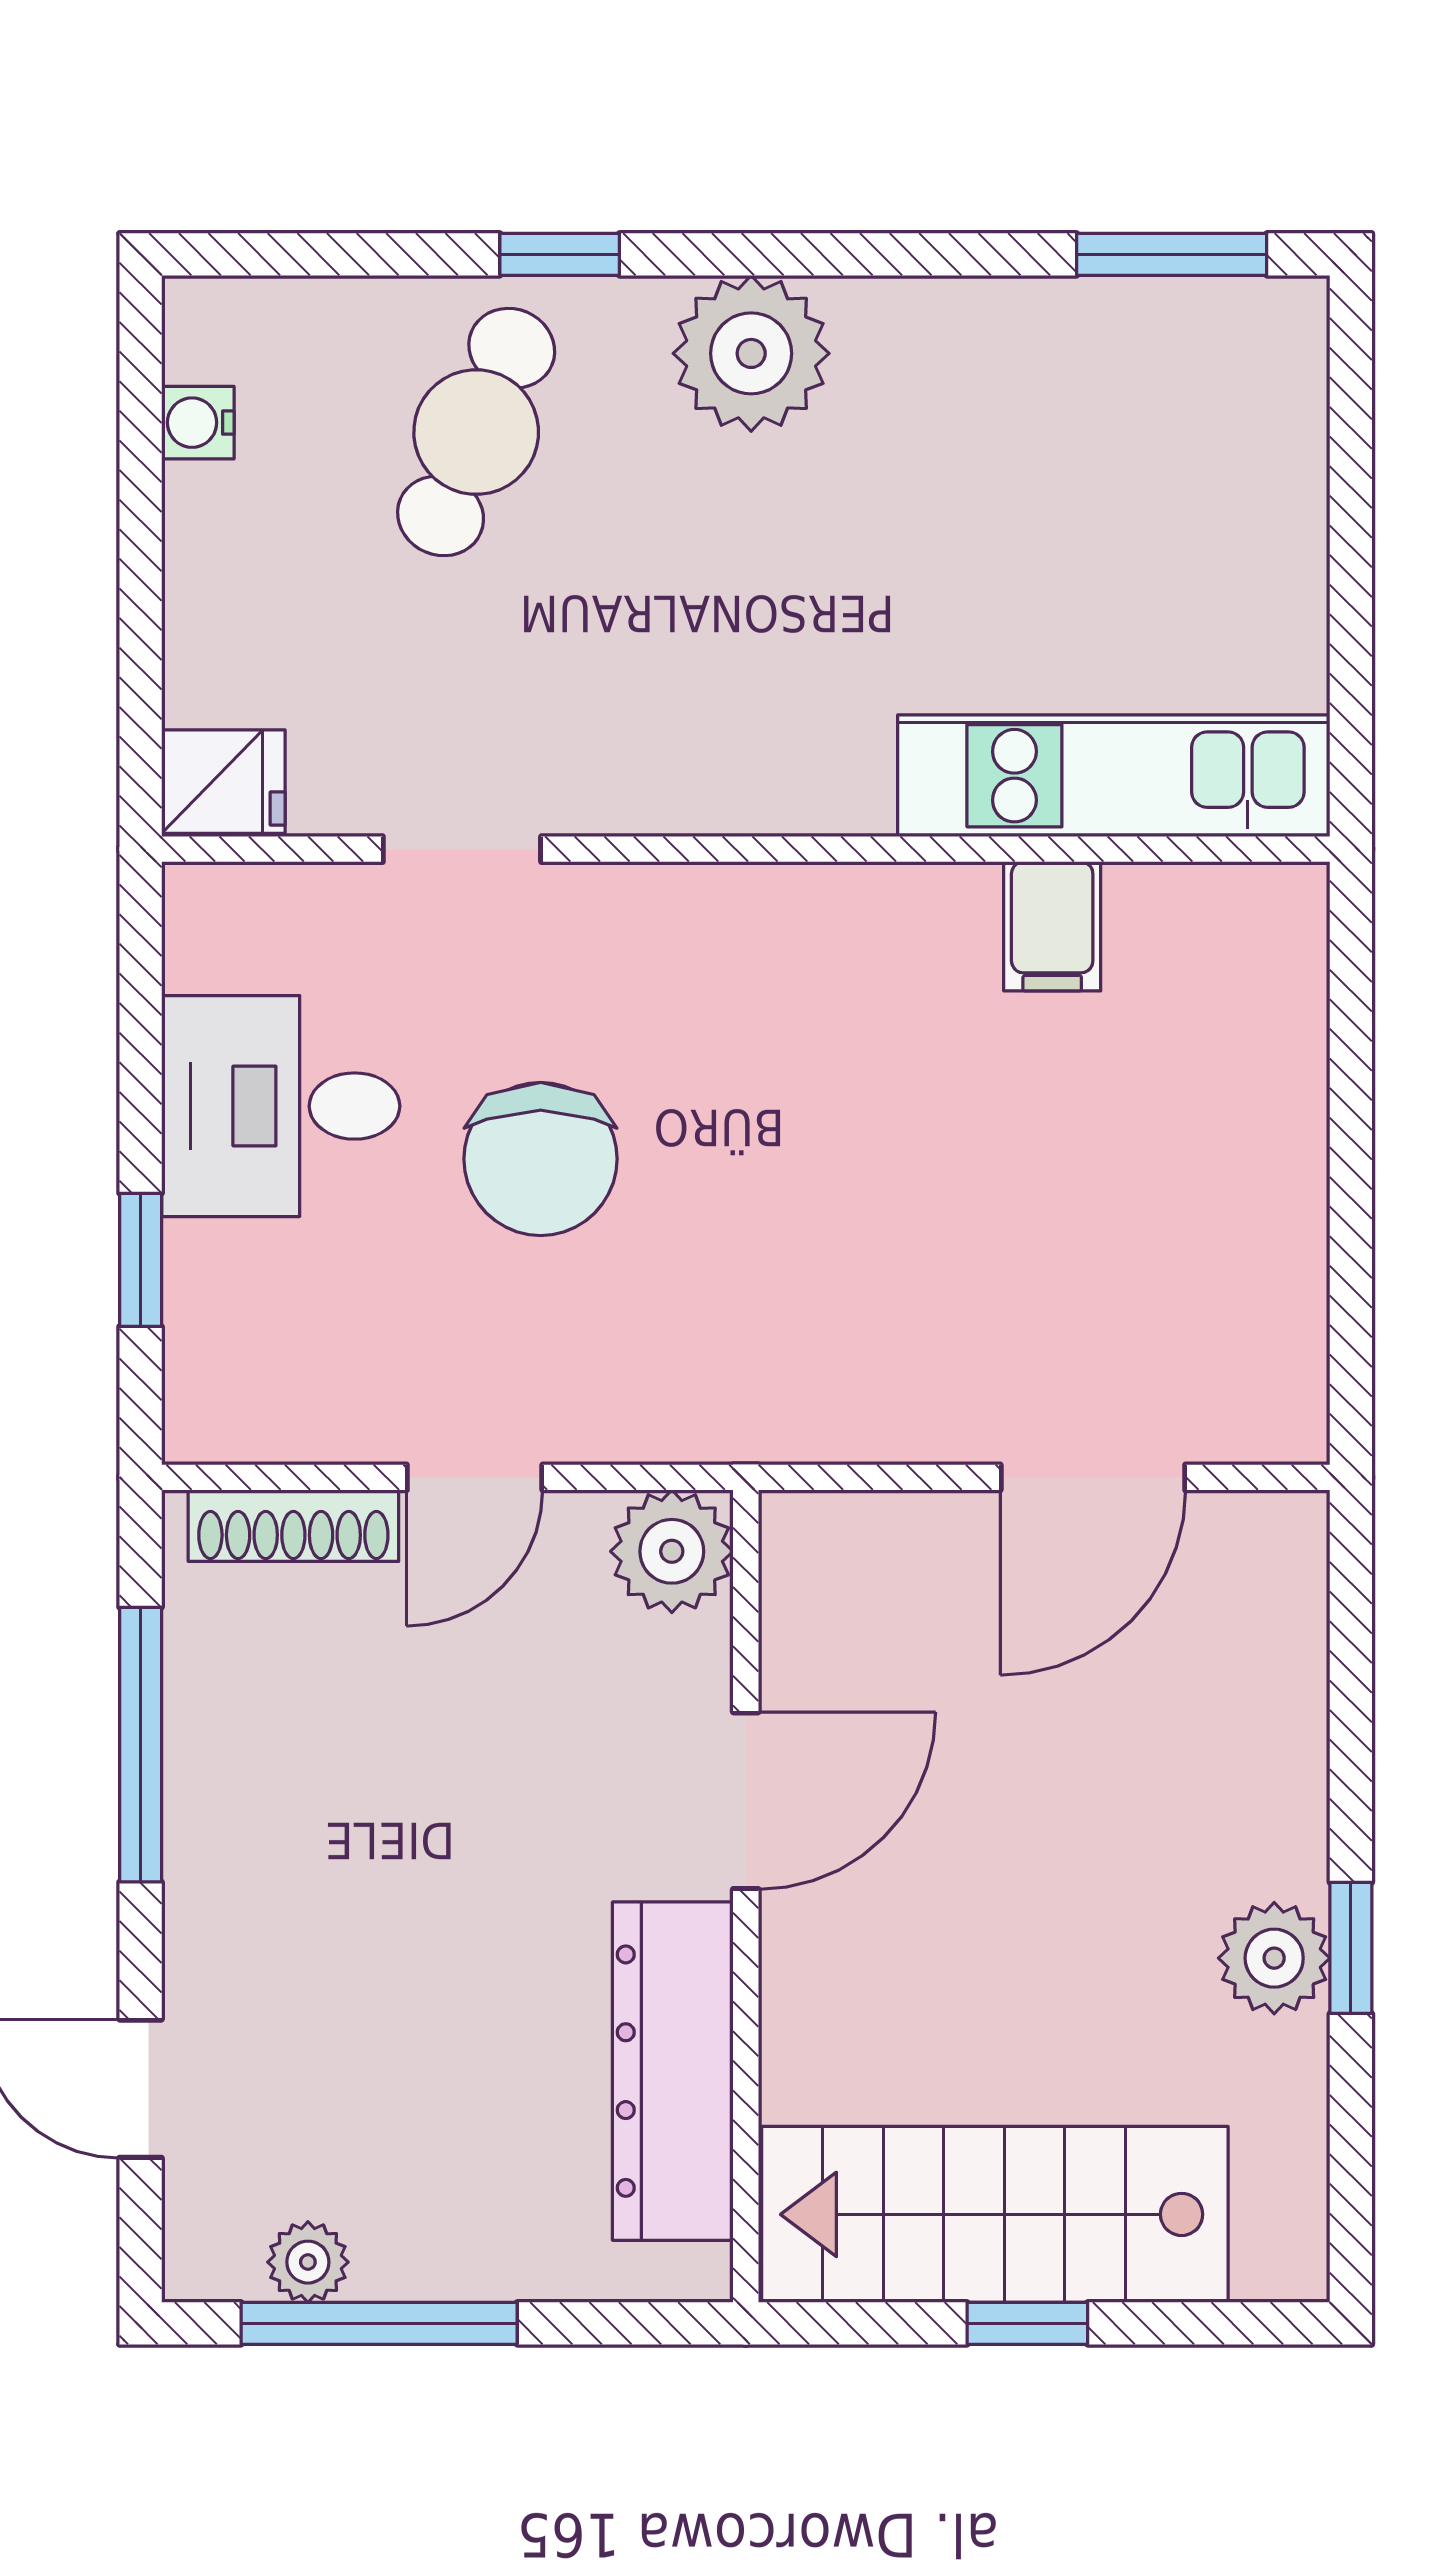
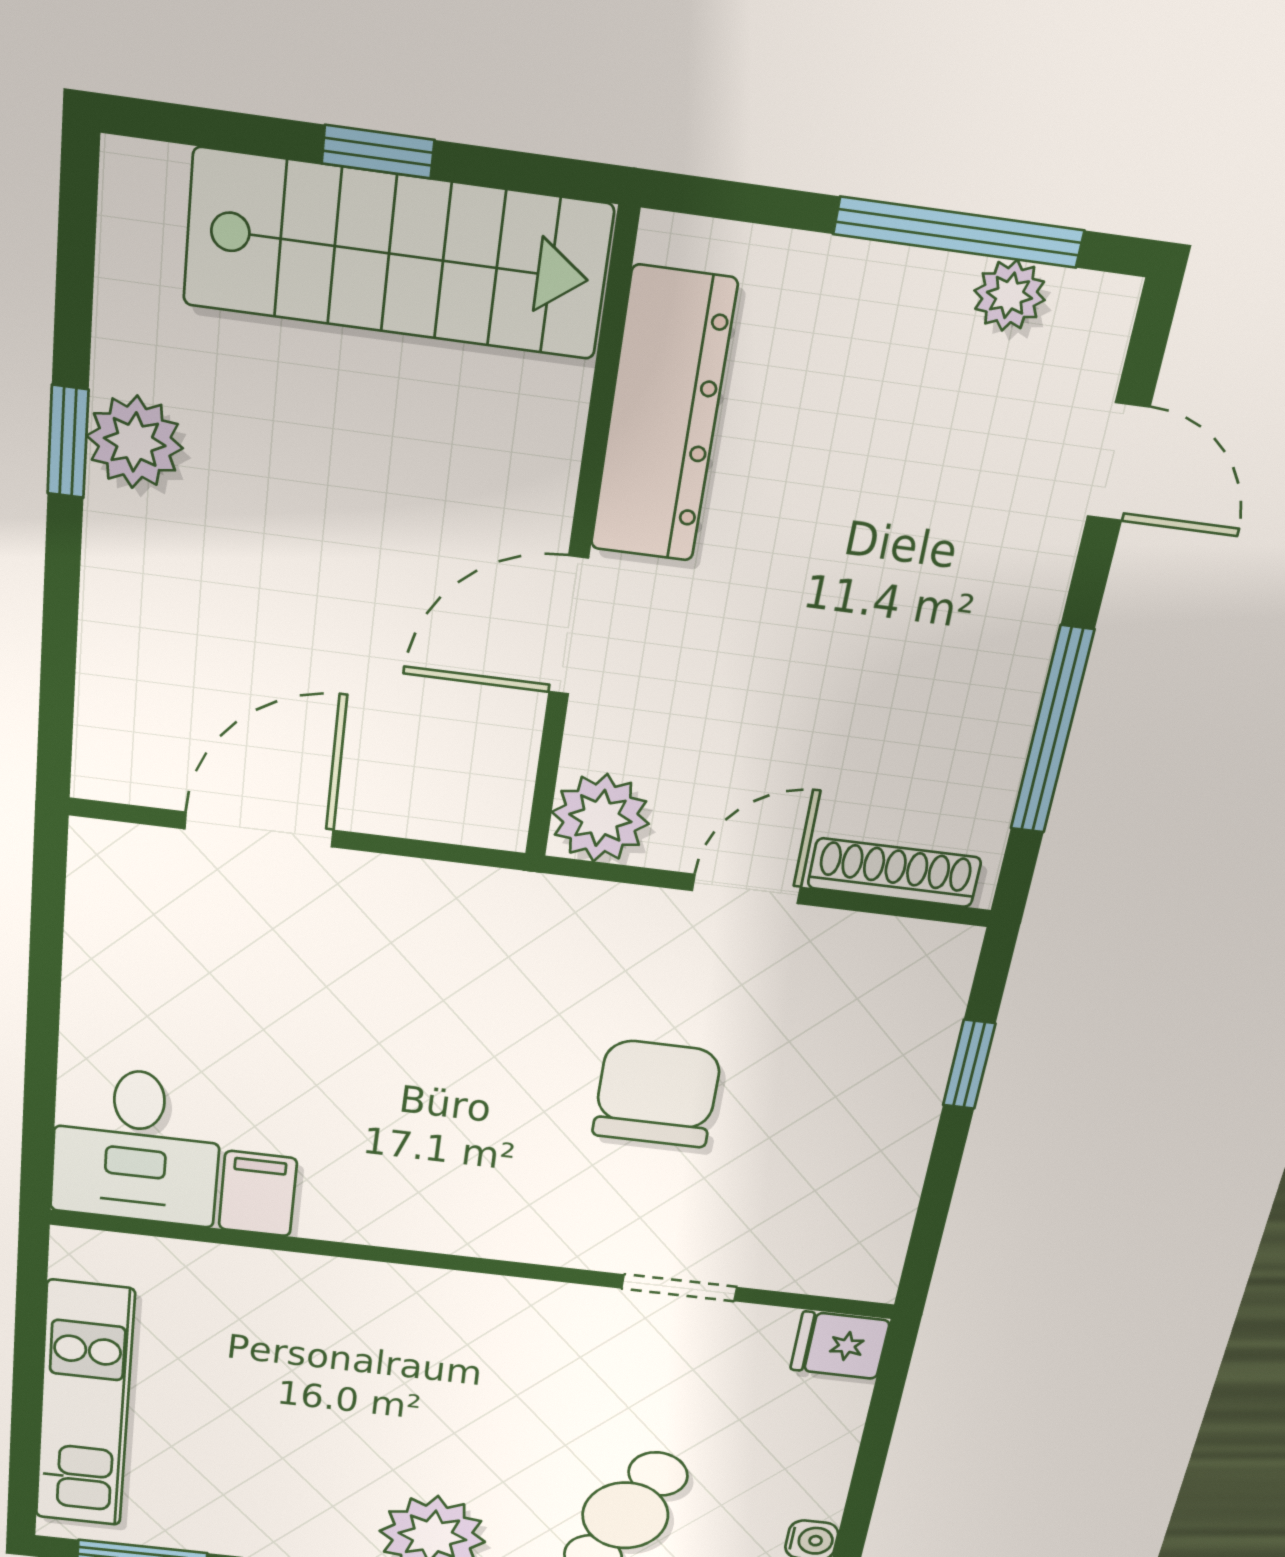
kitchen unit: (1114, 776) -> (84, 1405), moved, turned -90
desk: (281, 1106) -> (136, 1146), moved, turned 90

